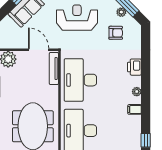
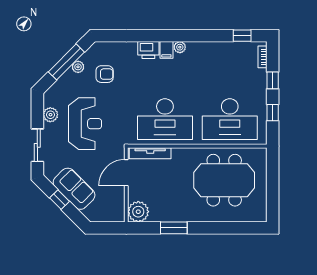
reception desk: (77, 18) -> (85, 124), turned 180
armchair: (116, 33) -> (105, 74), turned 90
filing cabinet: (135, 109) -> (166, 50), moved

